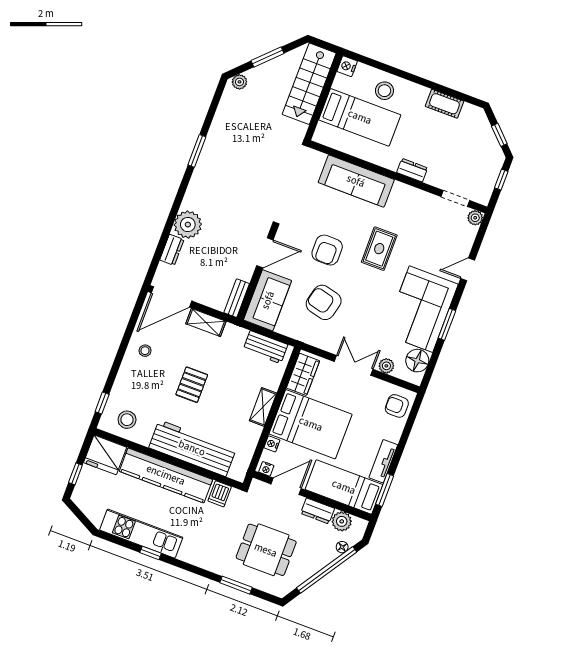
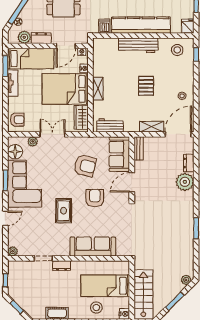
doorway: (455, 199) -> (43, 258), moved
double door: (354, 365) -> (52, 134), swing flipped
workbench: (192, 448) -> (138, 45), width x0.73, depth x0.76
fridge: (105, 455) -> (188, 26), width x0.53, depth x0.75

